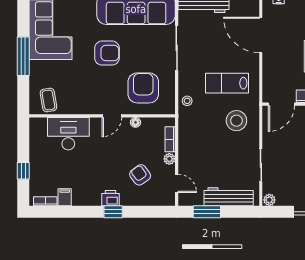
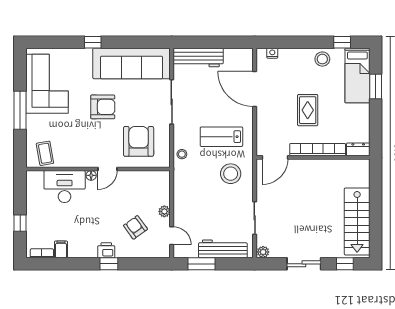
floor lamp: (135, 122) -> (91, 175), moved
bookcase: (170, 139) -> (165, 192), removed

